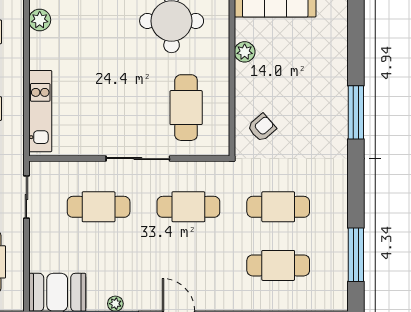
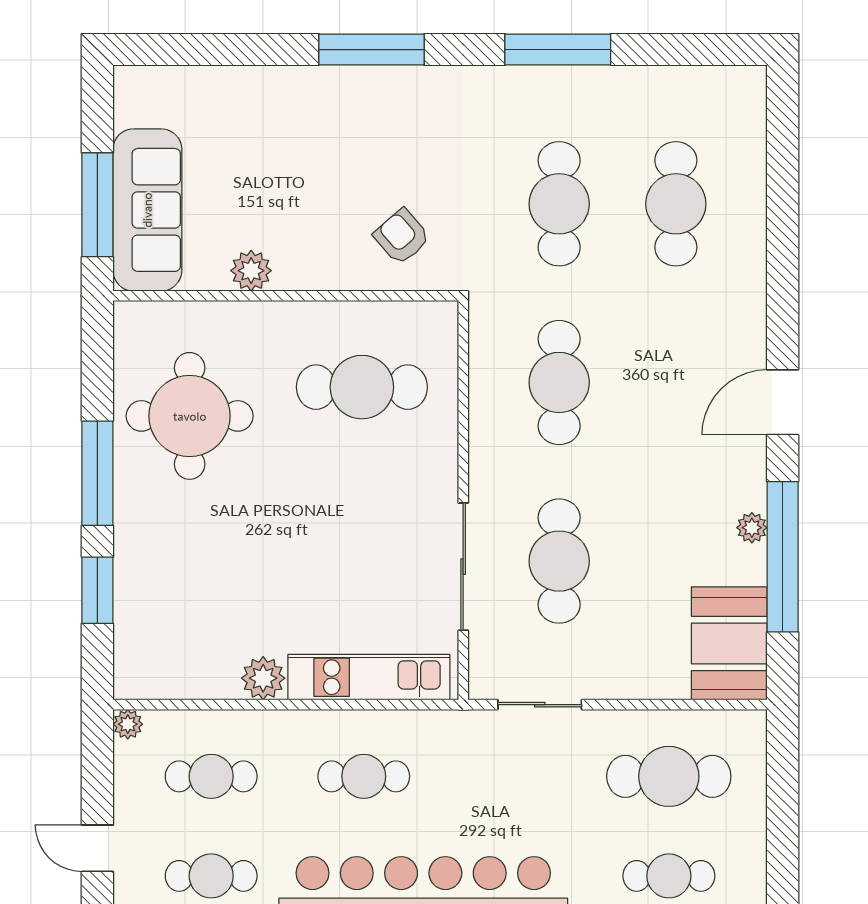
plant: (40, 20) -> (263, 678), moved
sliding door: (138, 159) -> (463, 567), moved
window: (356, 255) -> (558, 50), moved

